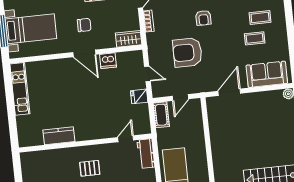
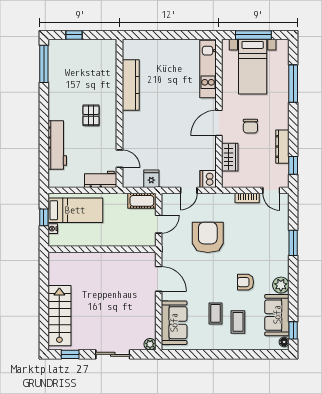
armchair: (203, 18) -> (245, 282), moved
wardrobe: (129, 39) -> (230, 157), moved
dishwasher: (108, 61) -> (208, 179), moved
kitchen unit: (20, 89) -> (208, 69), moved, turned 90
fridge: (139, 96) -> (151, 179), moved
door: (180, 98) -> (159, 224), swing flipped
kitchen counter: (59, 136) -> (131, 85), width x1.50

